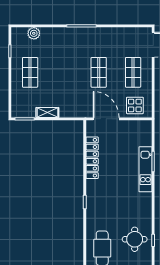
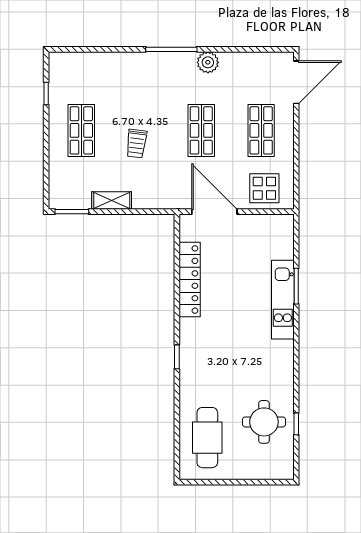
plant: (34, 33) -> (208, 62), moved
trolley: (62, 80) -> (136, 144), added

